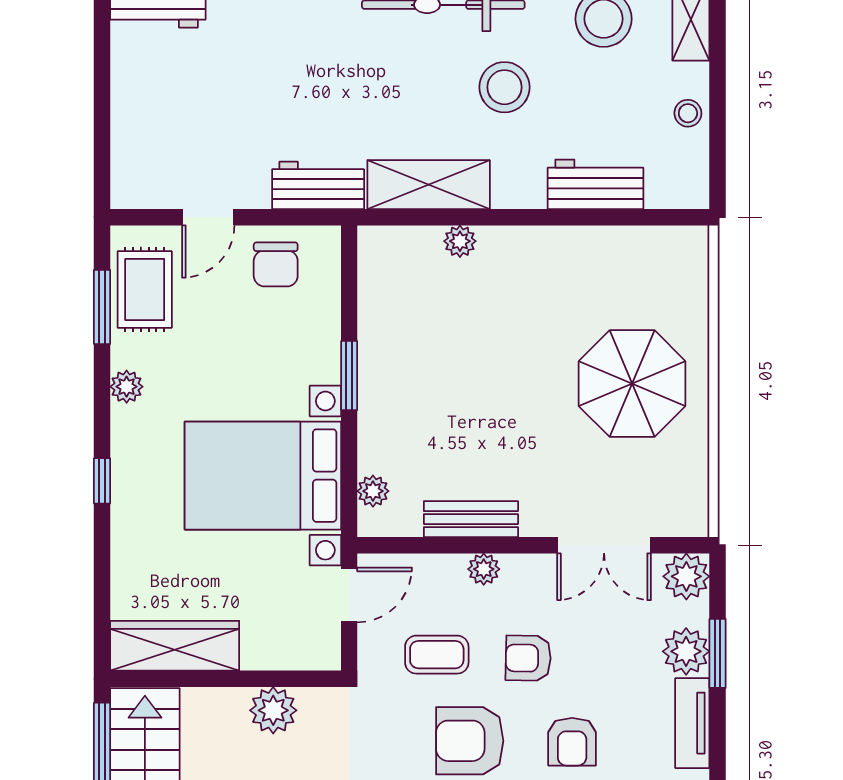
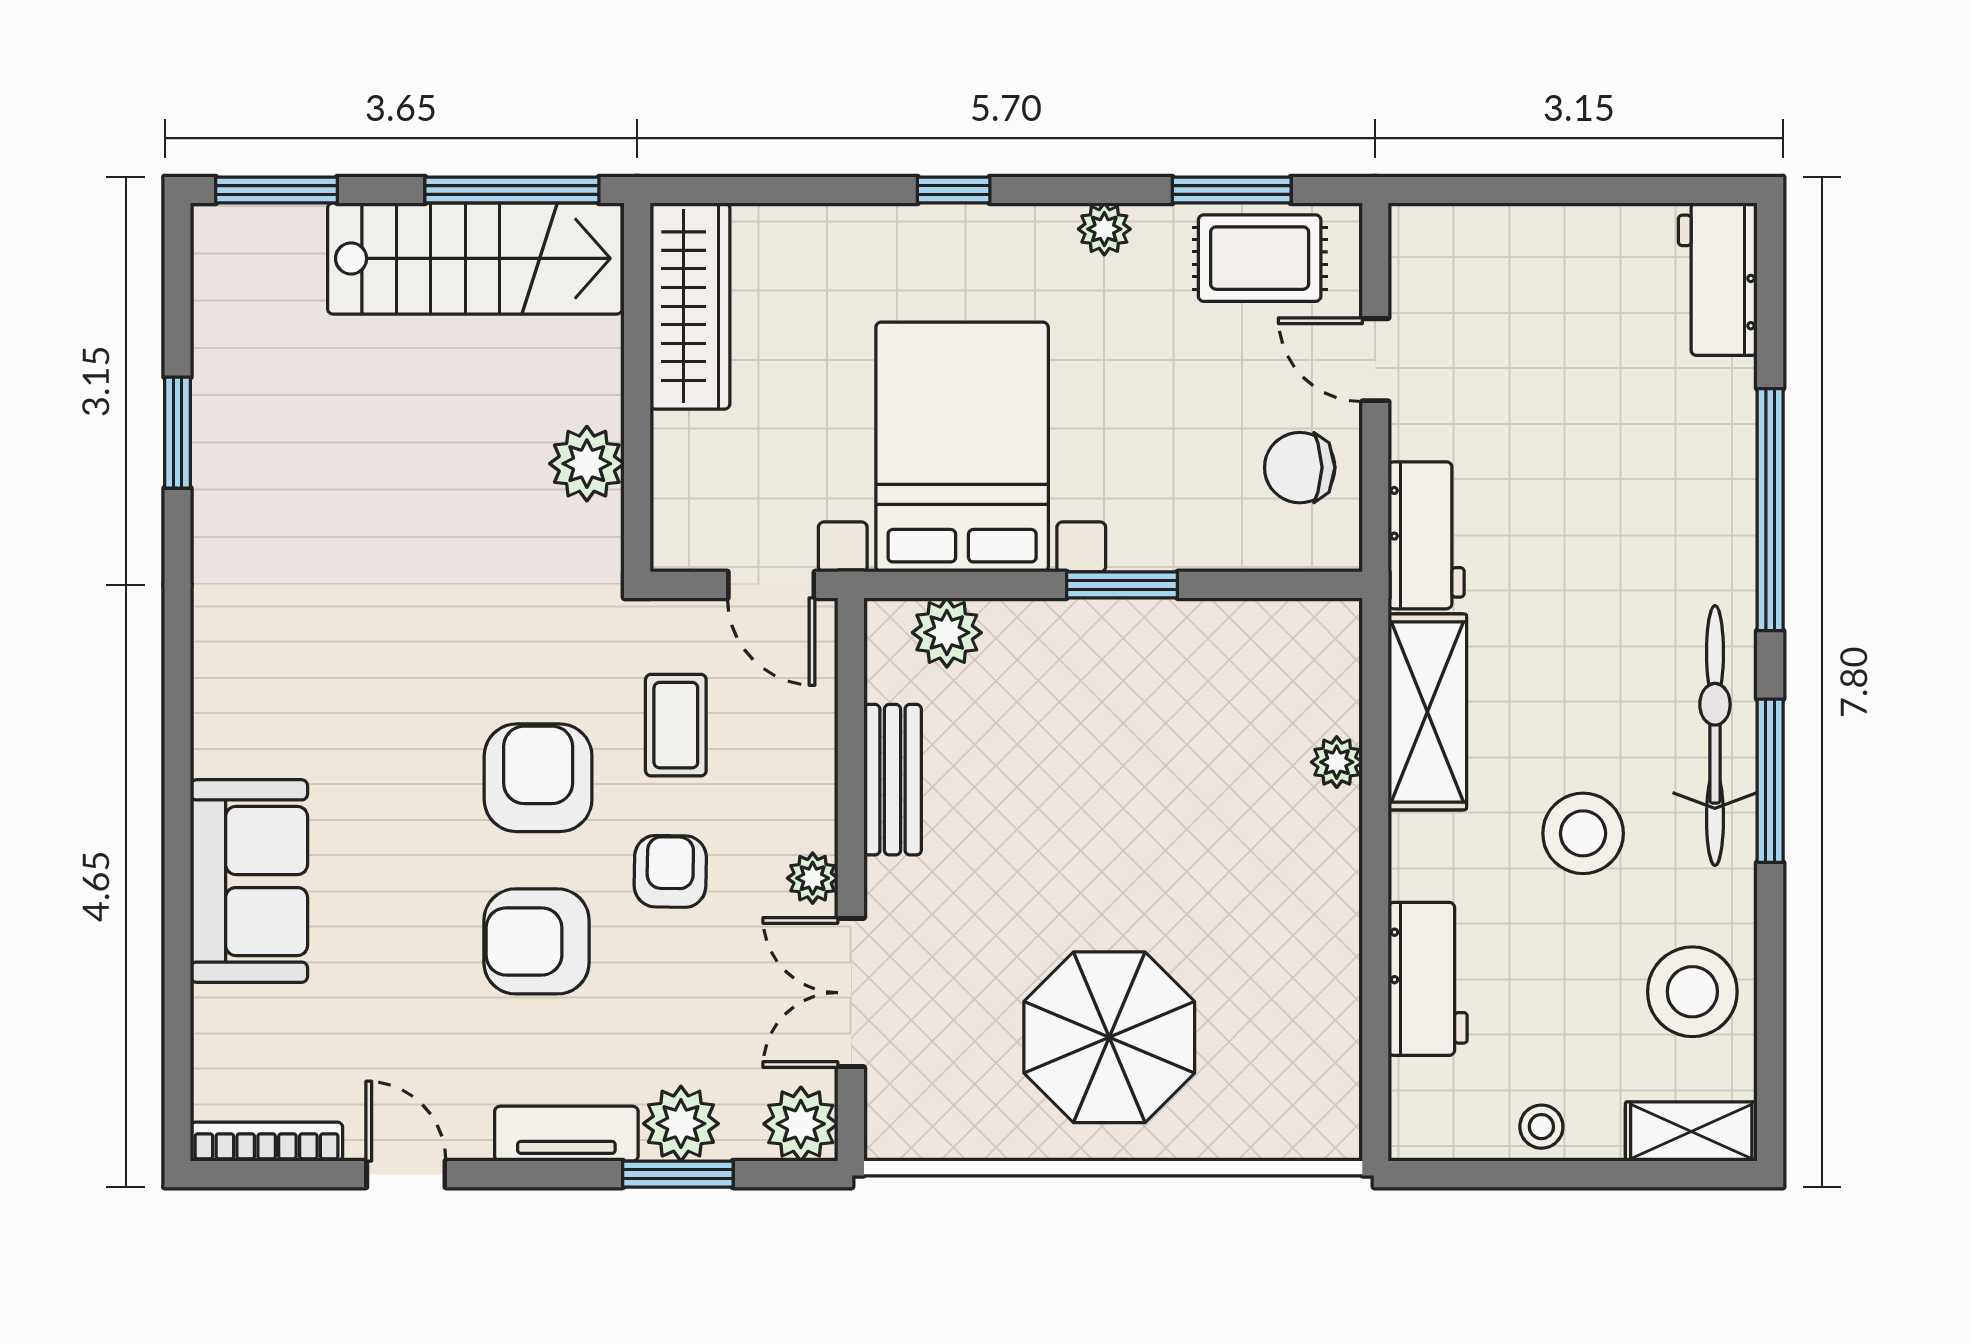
plant: (373, 491) -> (947, 633), width x1.38, depth x1.38
plant: (484, 569) -> (813, 878), moved
armchair: (572, 742) -> (537, 941), width x1.38, depth x1.38

